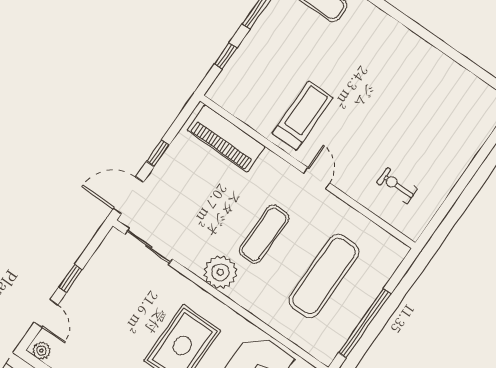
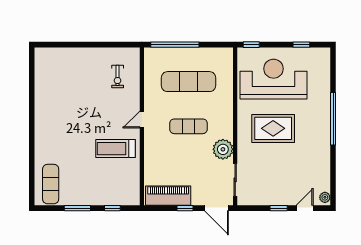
piano: (226, 138) -> (168, 196), moved, turned -90
plant: (220, 272) -> (223, 149), moved
window: (365, 323) -> (175, 45), moved

